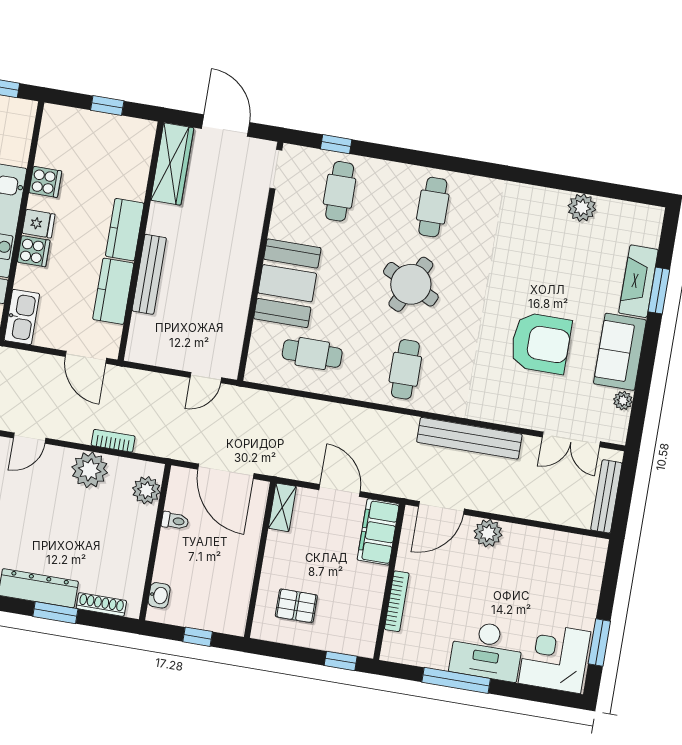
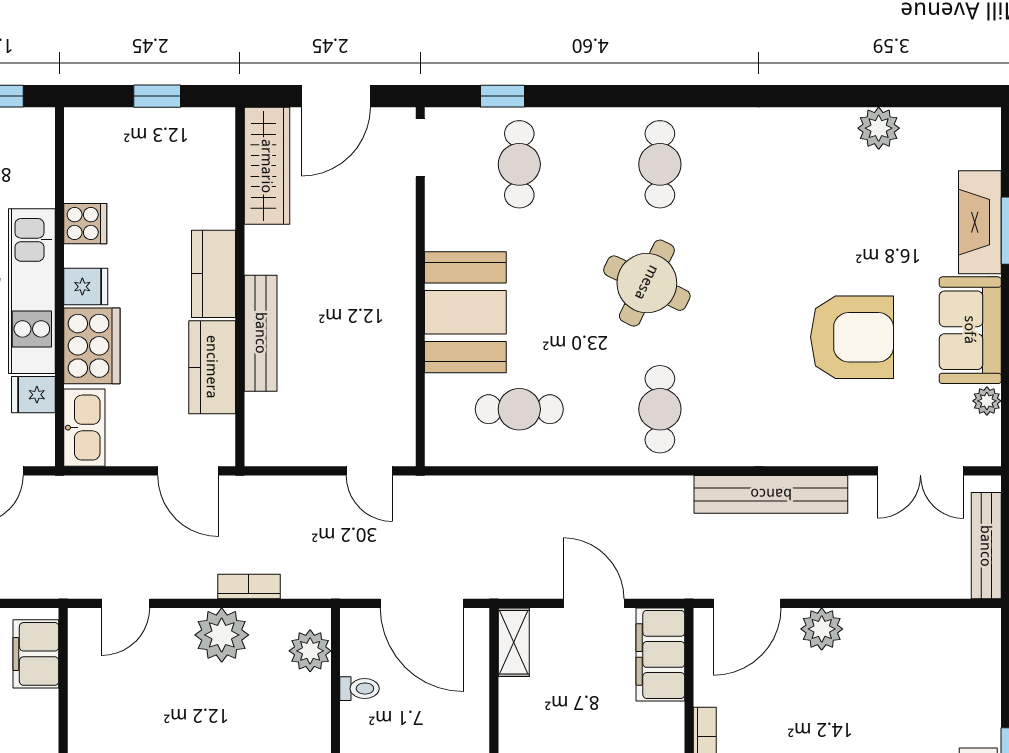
door: (226, 125) -> (336, 96), swing flipped
cooker: (34, 251) -> (92, 346), width x1.87, depth x1.31
door: (206, 378) -> (369, 471), hinge flipped

